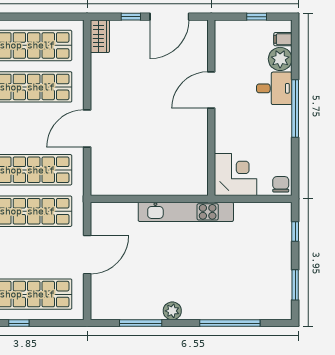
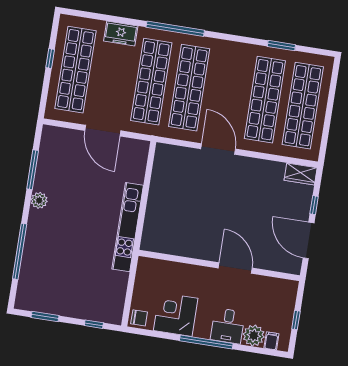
corner desk: (236, 175) -> (176, 314), moved, turned 180

